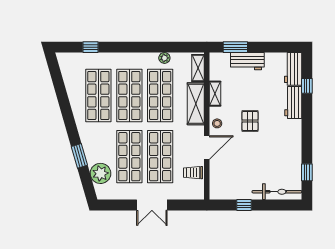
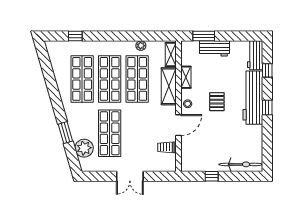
workbench: (293, 102) -> (253, 98), width x1.88, depth x1.32
shop shelf: (160, 157) -> (137, 133), removed
window: (307, 172) -> (267, 107), moved

